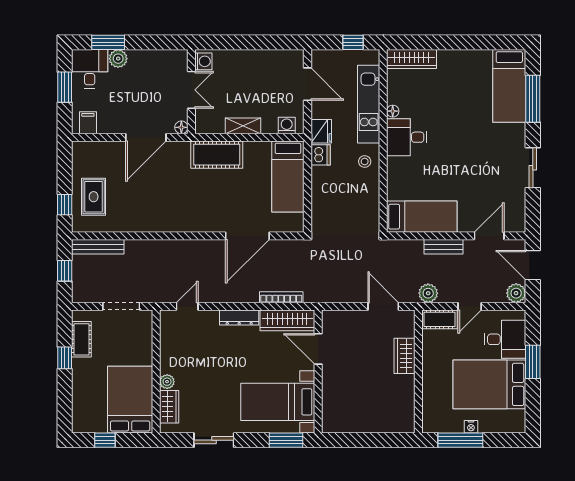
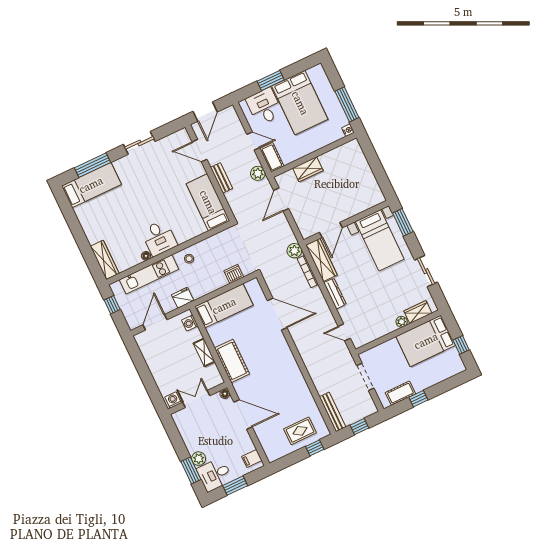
dishwasher: (321, 155) -> (234, 274), moved
plant: (516, 293) -> (294, 251), moved
nightstand: (471, 427) -> (348, 130), moved

